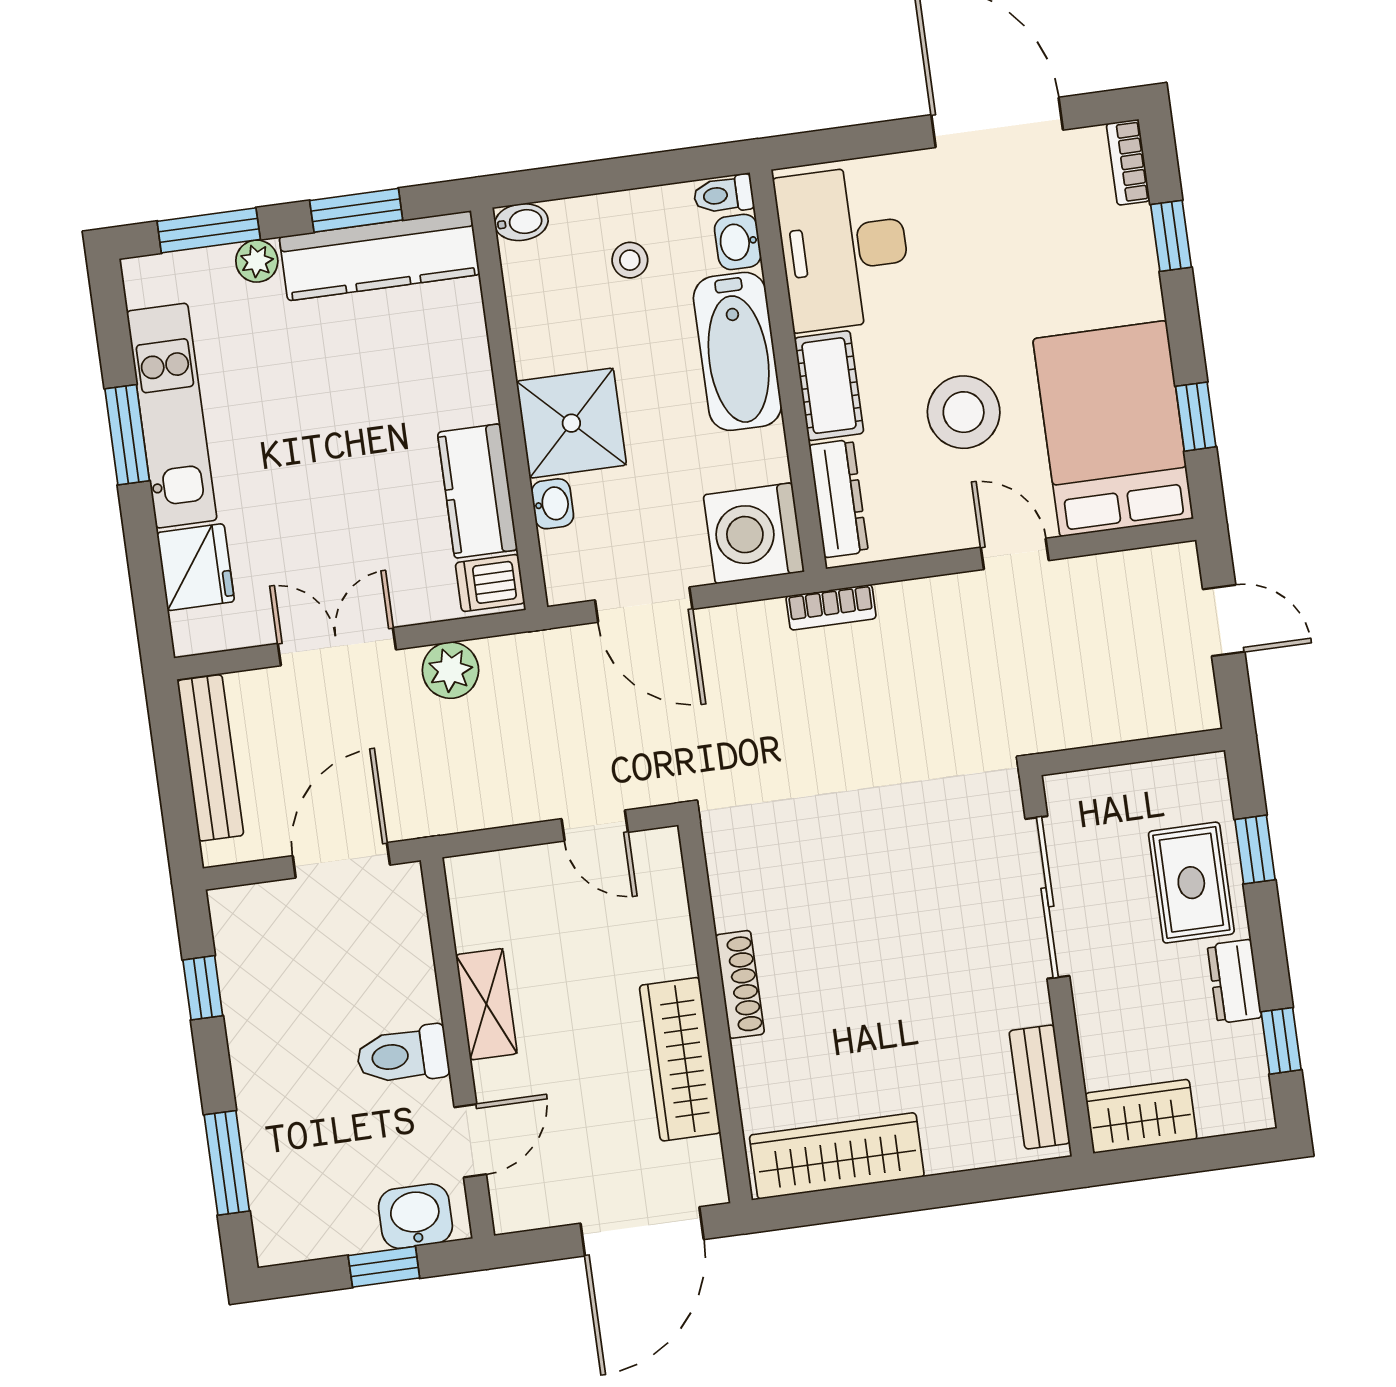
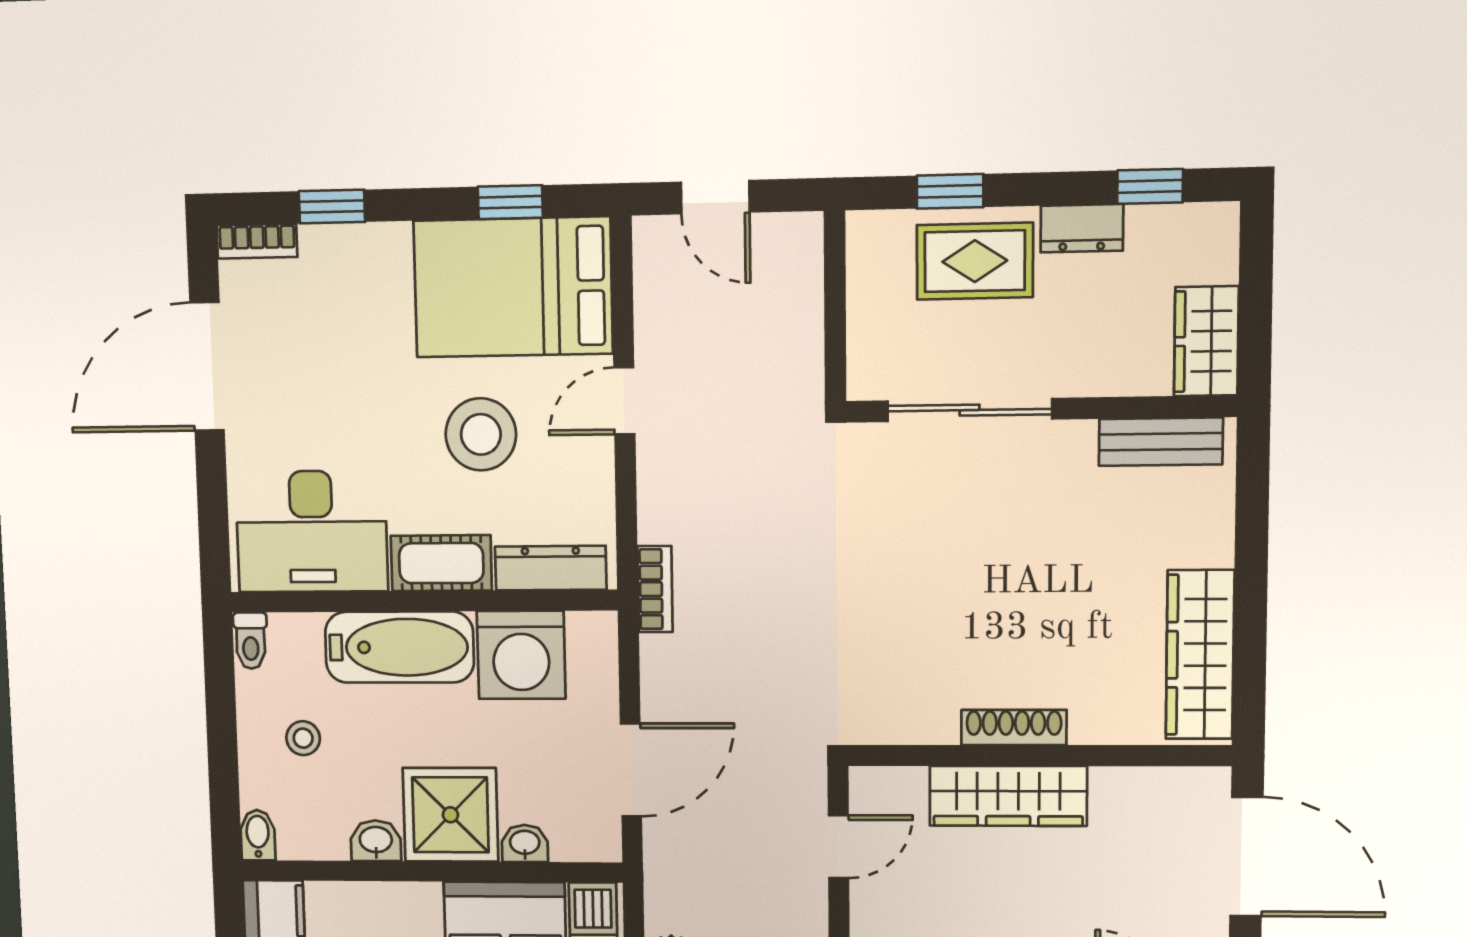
washbasin: (738, 242) -> (376, 841), moved, turned 180
washing machine: (754, 533) -> (521, 655), moved
door: (1224, 621) -> (715, 197), swing flipped
wardrobe: (680, 1059) -> (1008, 796), moved

